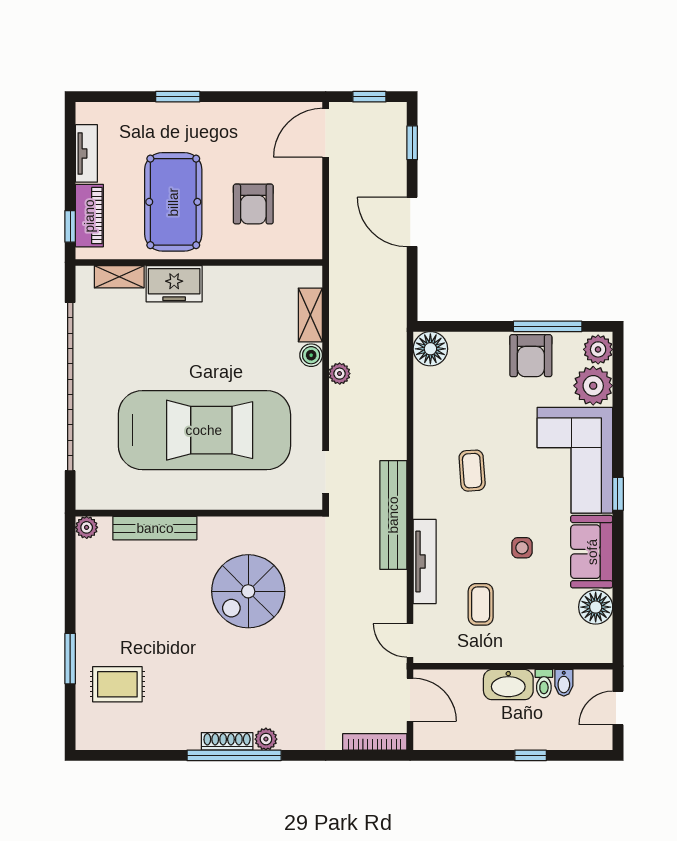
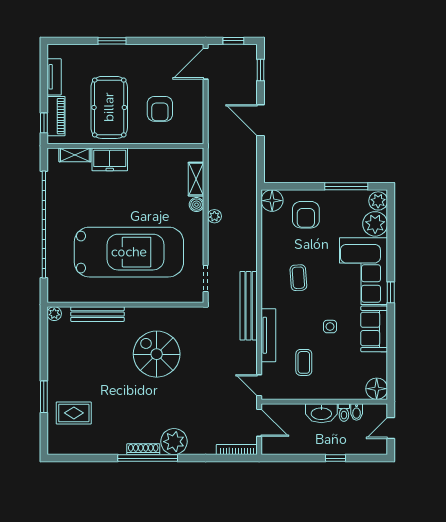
armchair: (531, 356) -> (306, 215), moved
spiral stairs: (248, 591) -> (157, 354), turned 90
floor lamp: (596, 607) -> (377, 389), moved
plant: (266, 739) -> (174, 442), width x1.87, depth x1.87

